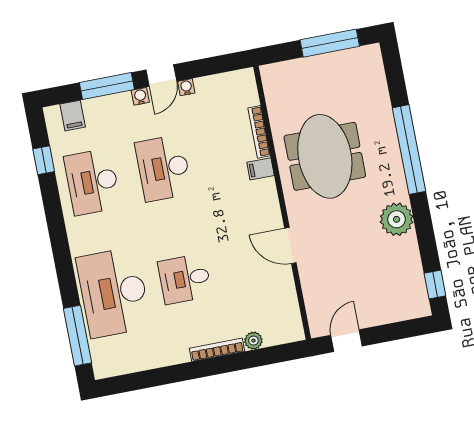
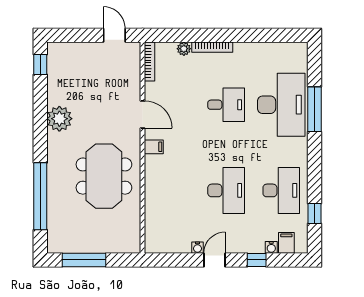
window: (107, 86) -> (257, 260), width x0.46
water cooler: (140, 96) -> (271, 247), moved
bookcase: (259, 132) -> (149, 61), moved
window: (409, 150) -> (40, 196), moved
filing cabinet: (261, 169) -> (154, 147), moved
window: (78, 336) -> (314, 109), moved
door: (346, 341) -> (114, 35), swing flipped

